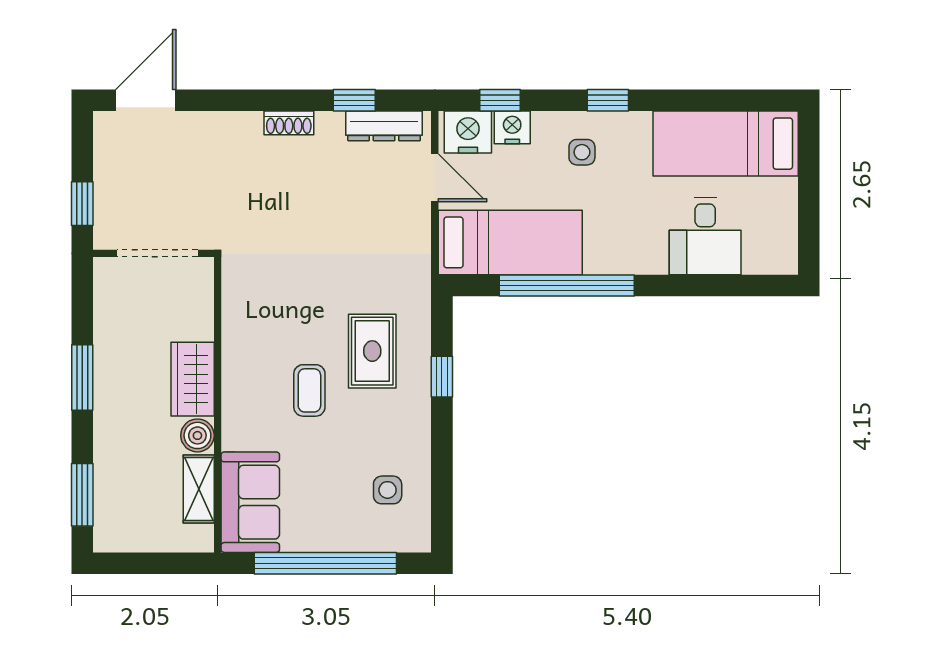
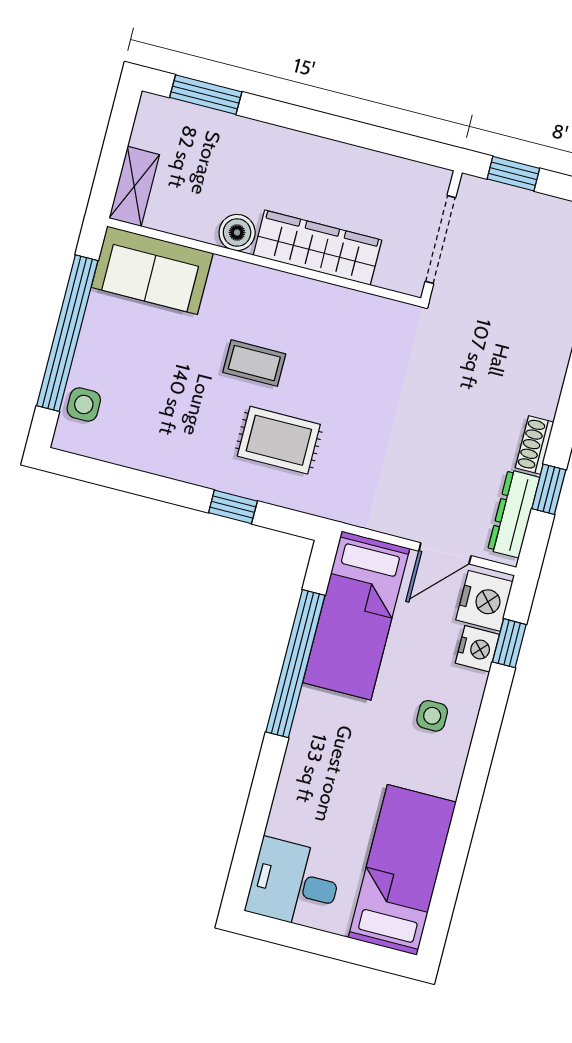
window: (608, 100) -> (480, 757), removed
shoe rack: (289, 123) -> (535, 445), moved
desk: (705, 236) -> (294, 884), moved
window: (82, 377) -> (330, 126), removed
wardrobe: (193, 379) -> (317, 248), width x1.50
shelving: (199, 489) -> (134, 186), moved, turned 90
side table: (388, 490) -> (84, 404), moved

